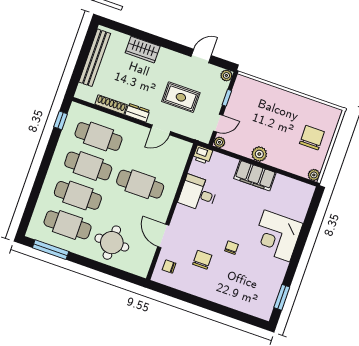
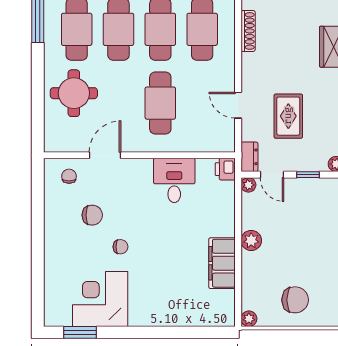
dresser: (137, 113) -> (249, 157), moved
filing cabinet: (255, 176) -> (222, 263), moved
corner desk: (277, 236) -> (100, 299), moved

